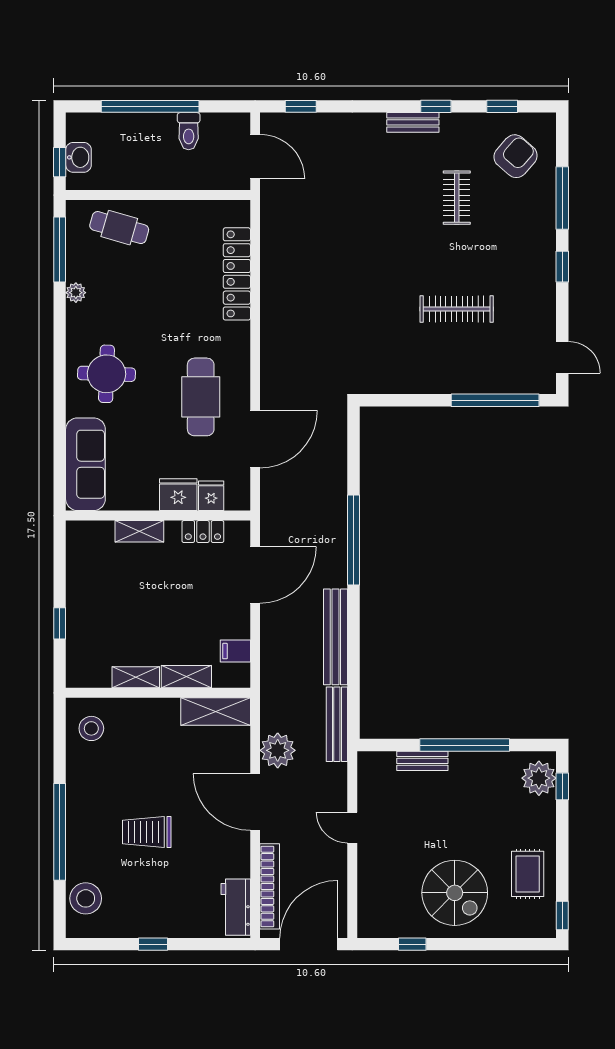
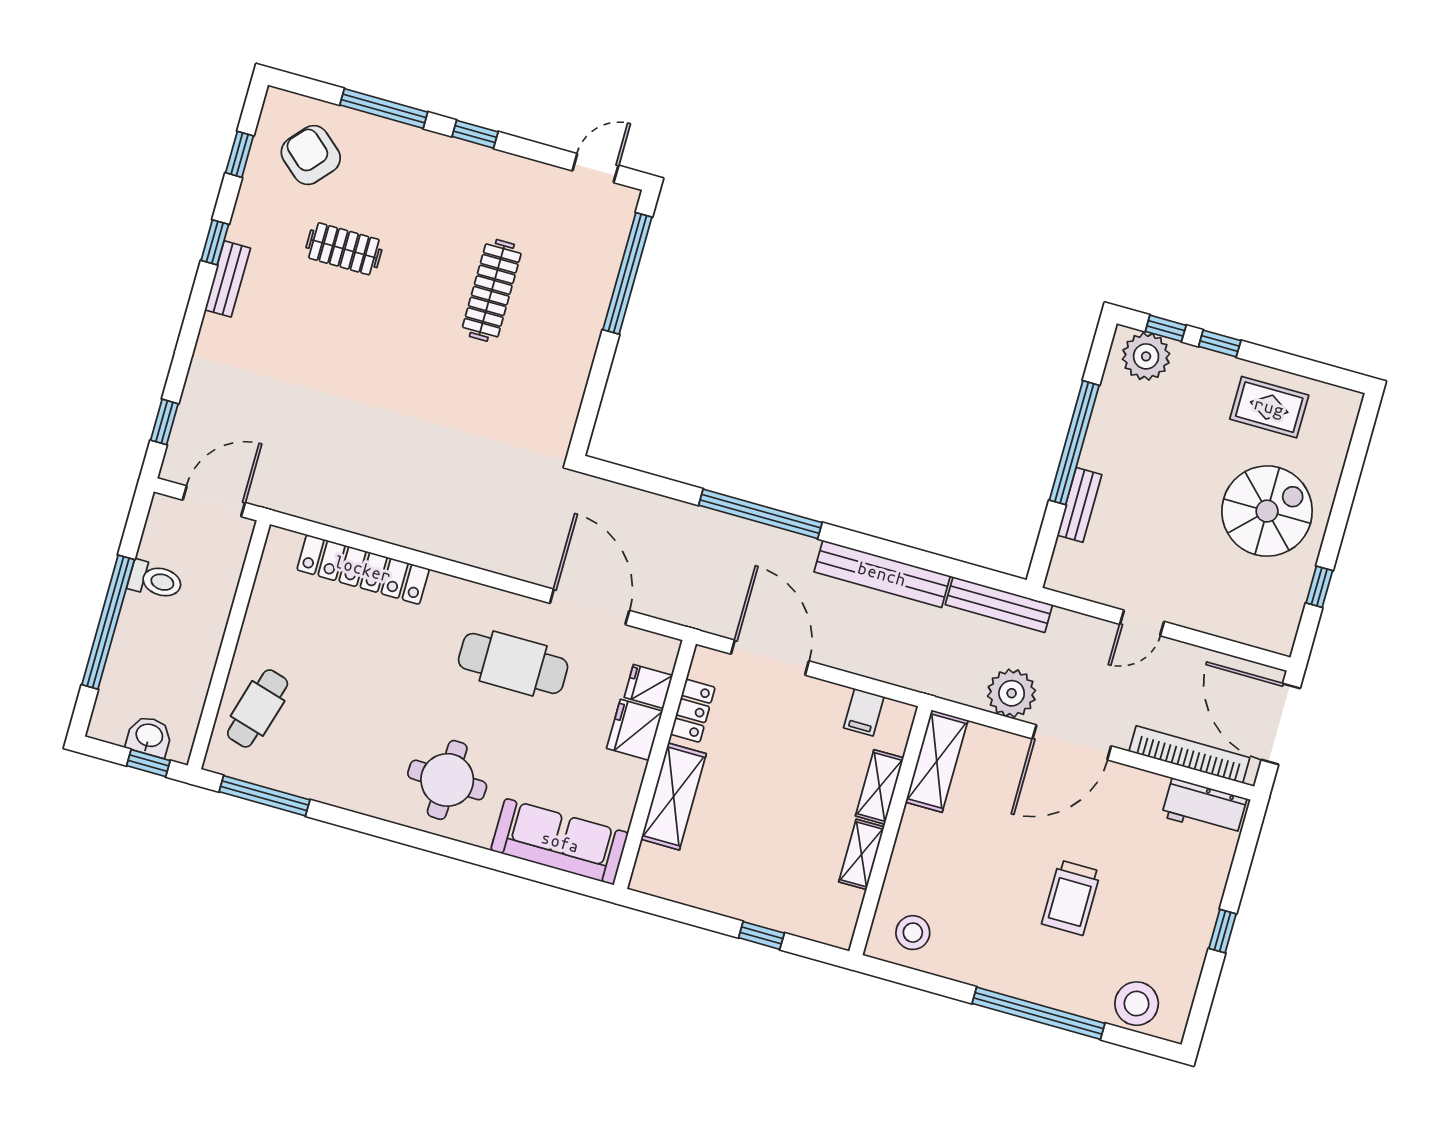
plant: (76, 293) -> (328, 790), removed
shelving: (139, 531) -> (674, 796), width x1.50, depth x1.33
window: (562, 915) -> (1220, 344), moved

